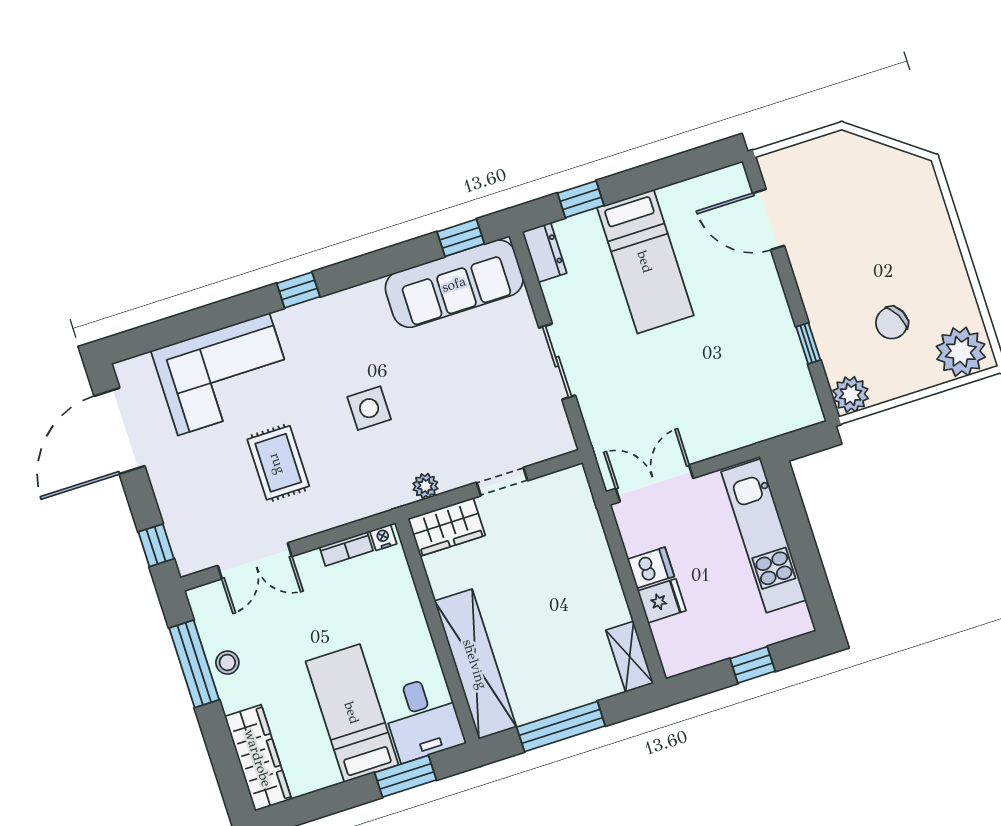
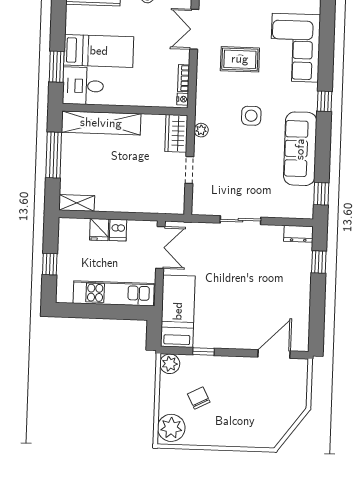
bed: (645, 262) -> (178, 311), moved, turned 90
sofa: (454, 284) -> (300, 149), moved

